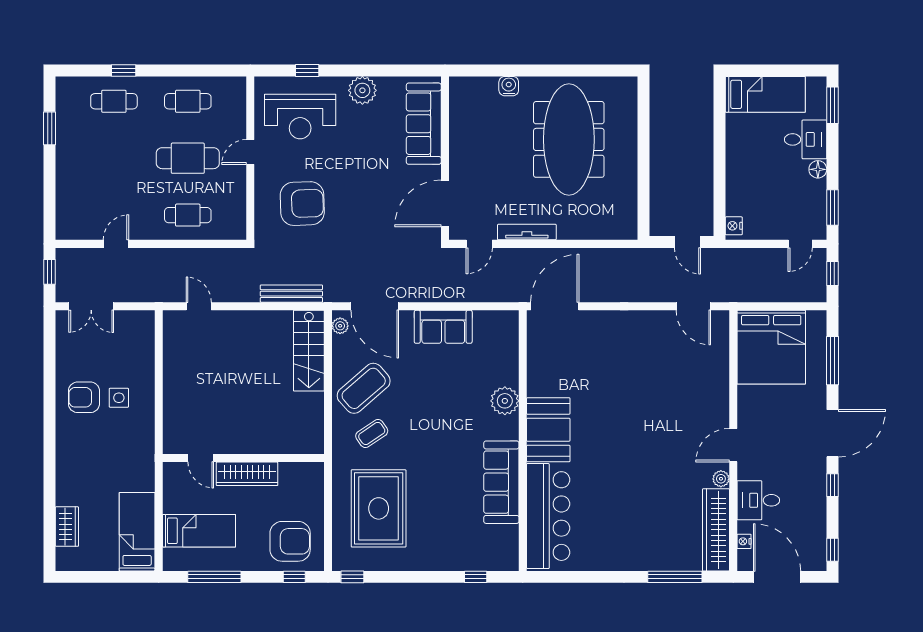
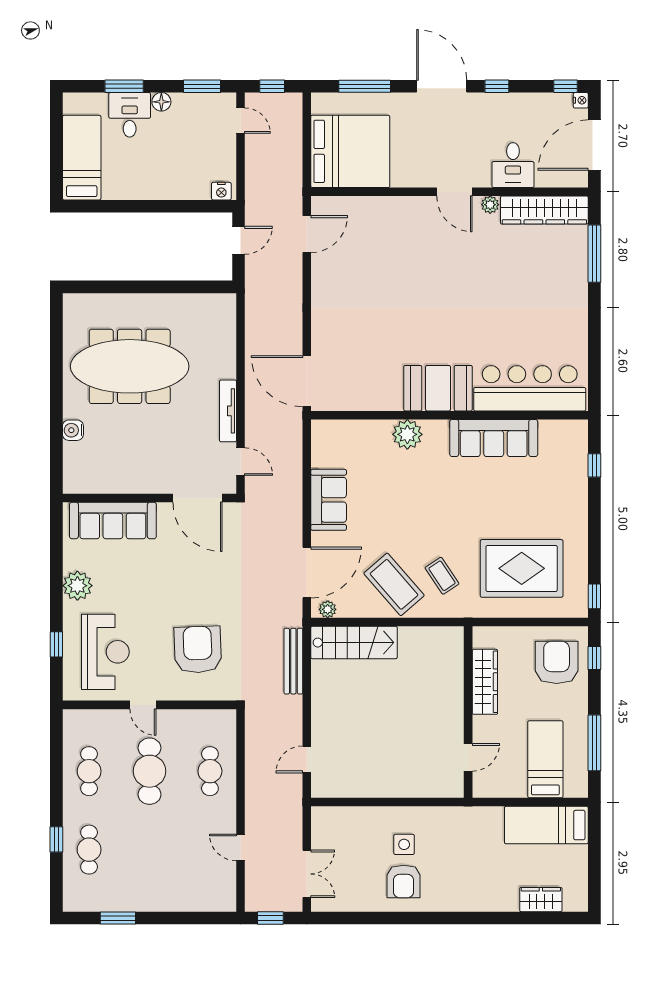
window: (832, 105) -> (124, 86), moved
wardrobe: (247, 474) -> (485, 682), moved
nightstand: (744, 541) -> (581, 100), moved, turned -90

